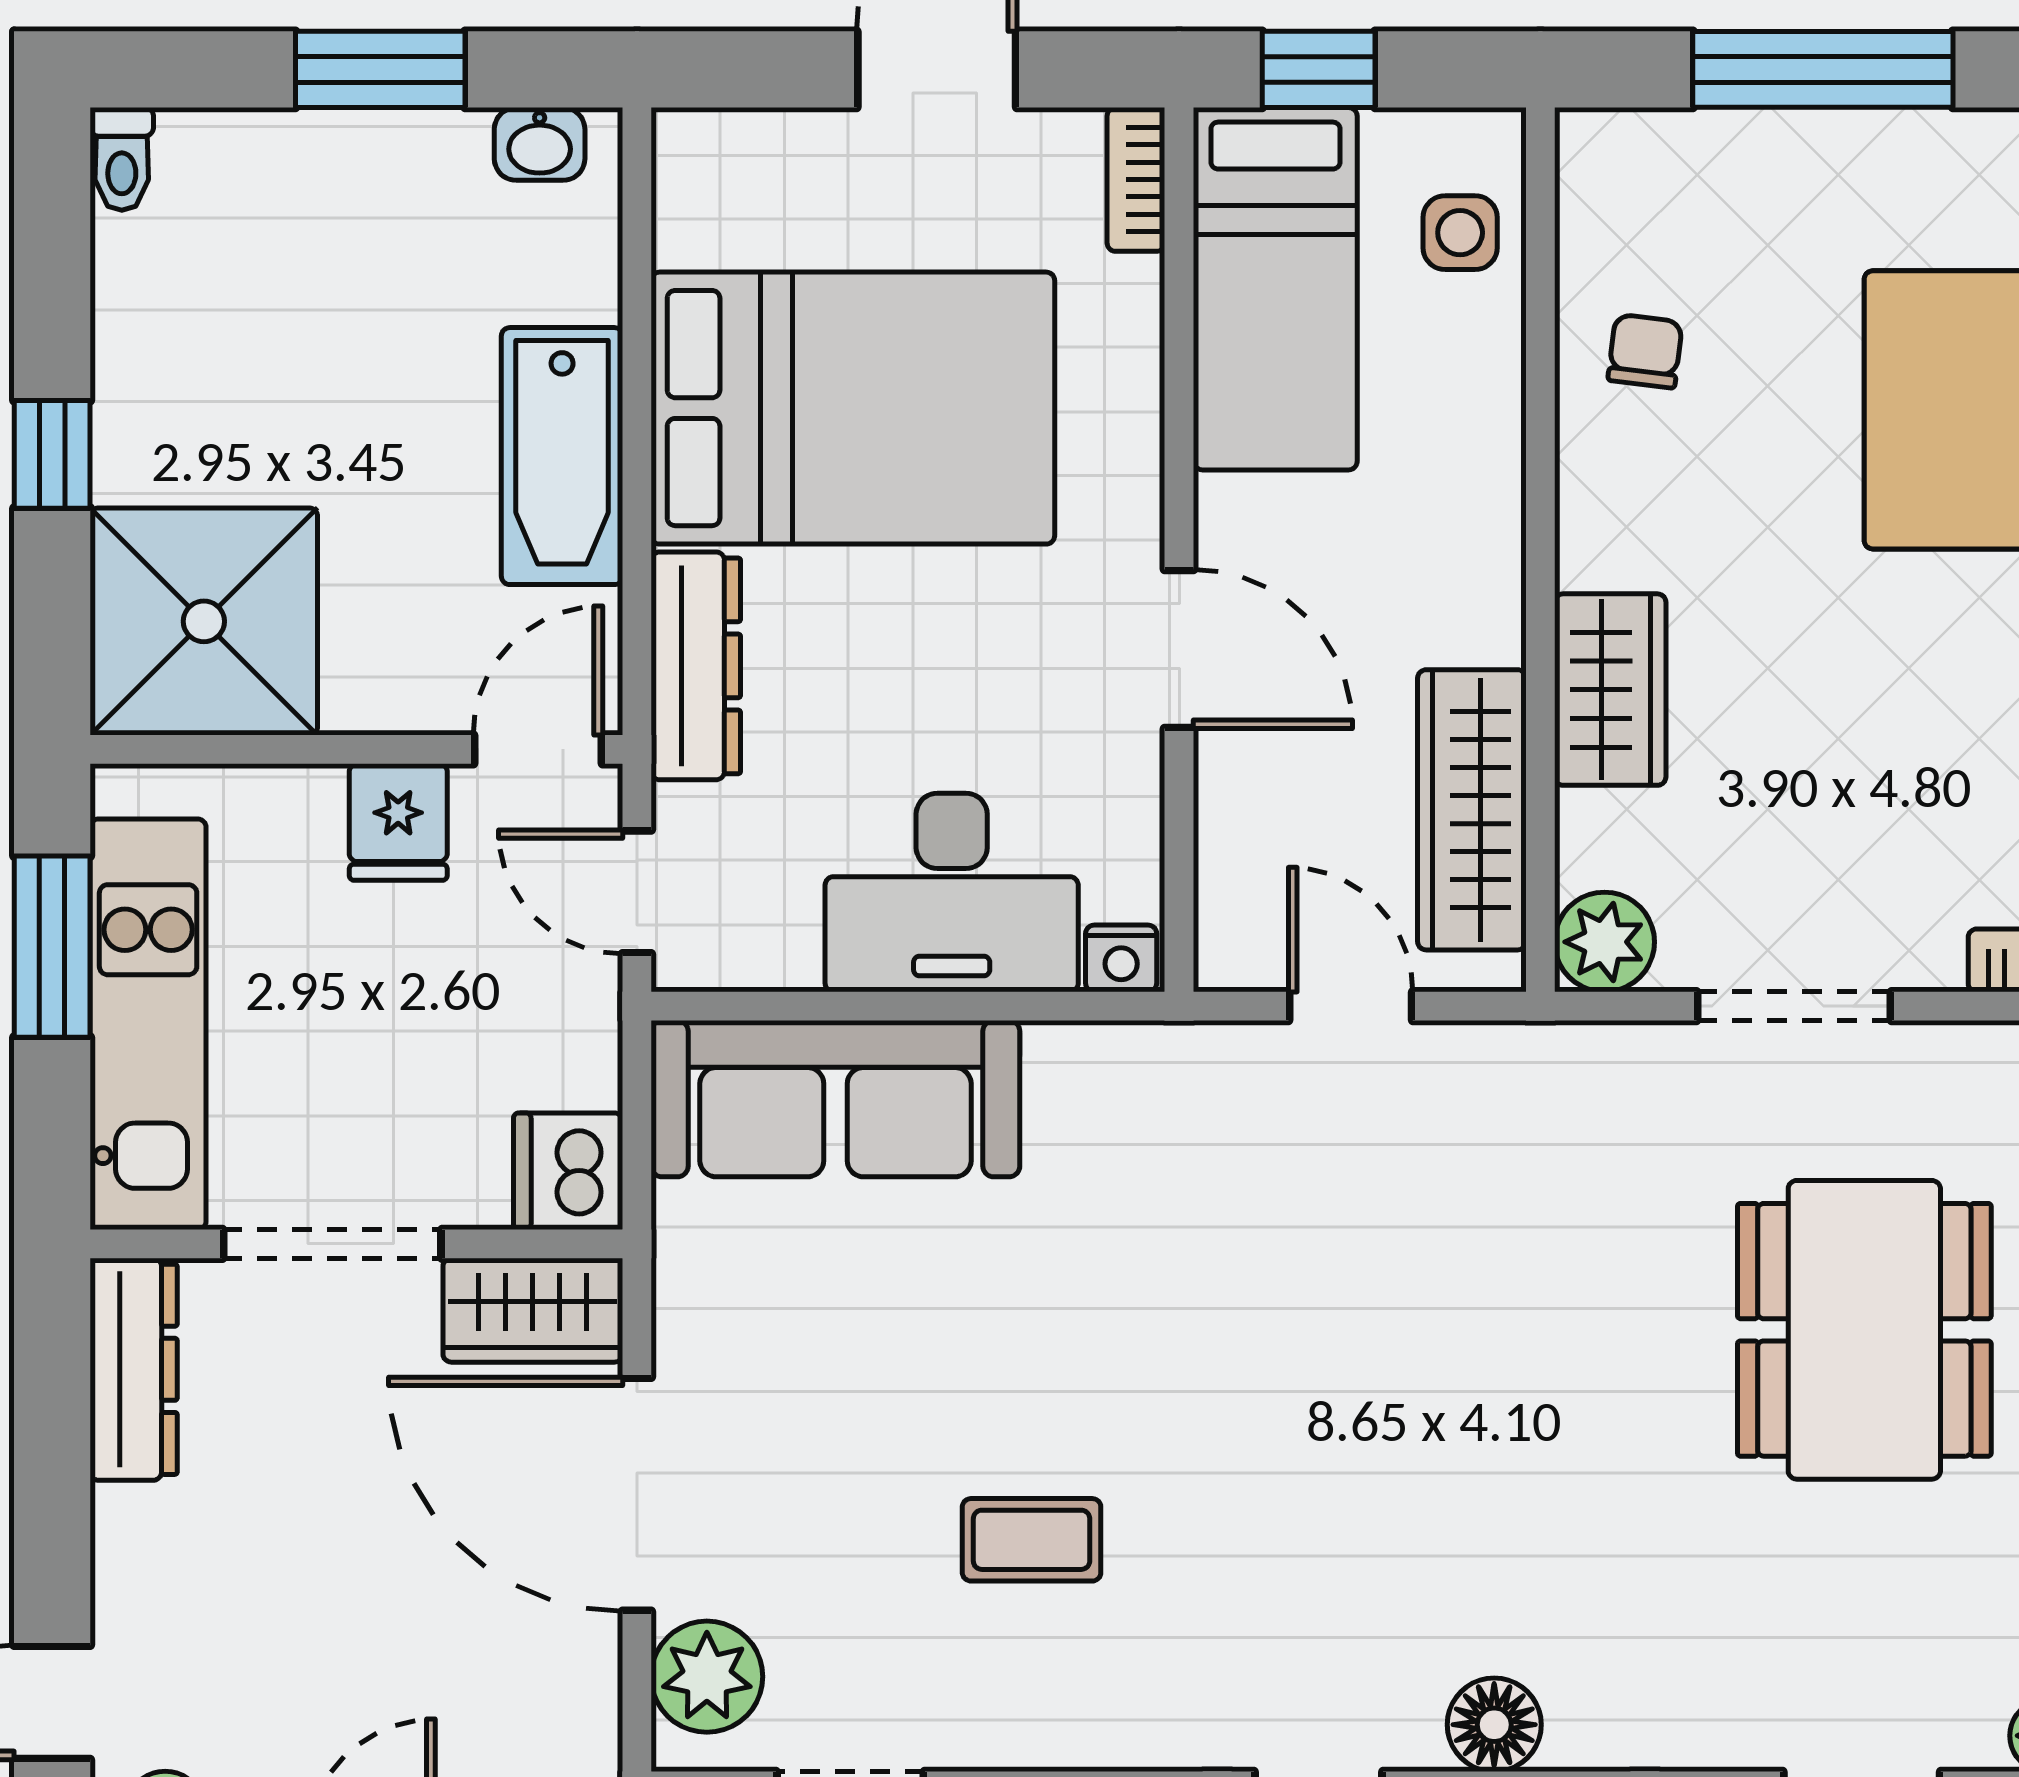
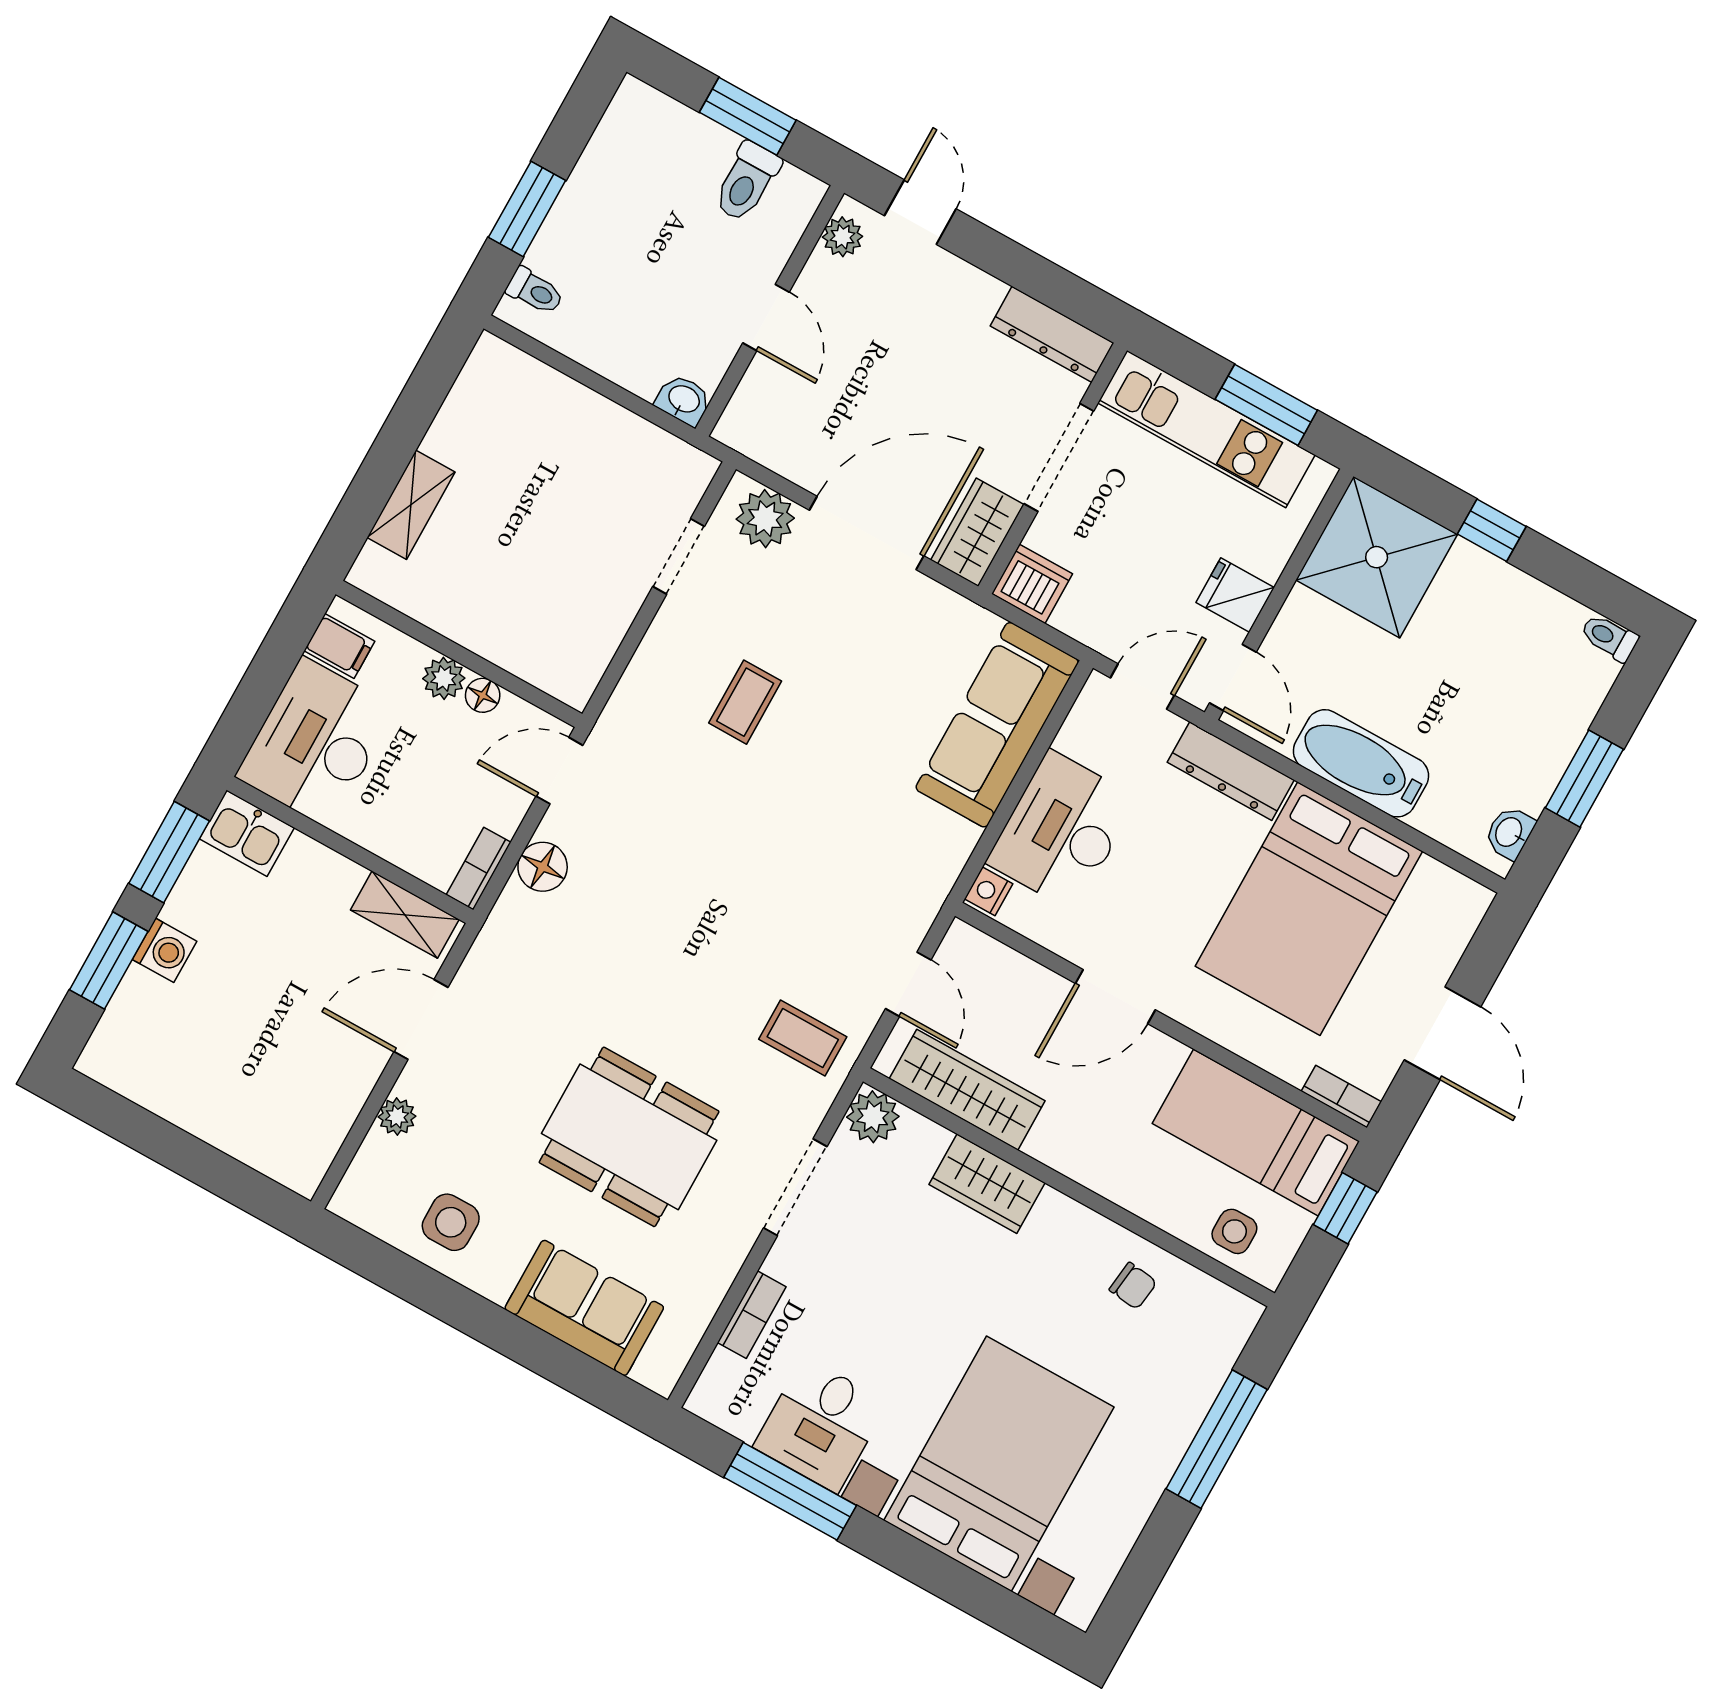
door: (1351, 1006) -> (908, 984), hinge flipped
coffee table: (1538, 1132) -> (803, 1038), added

